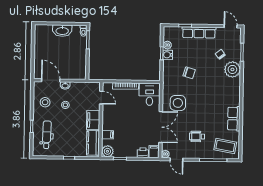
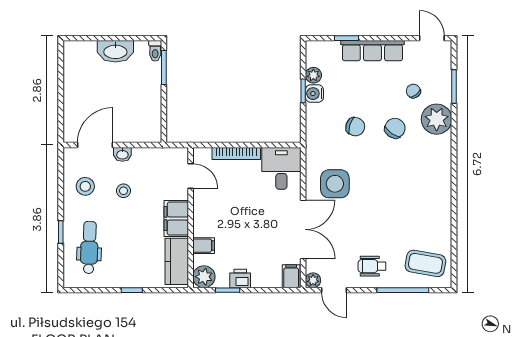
chair: (210, 74) -> (395, 128), added
door: (51, 80) -> (95, 145), hinge flipped
row of seats: (234, 119) -> (441, 212), removed
wheelchair: (197, 136) -> (372, 266), moved
printer: (143, 153) -> (240, 278), moved

